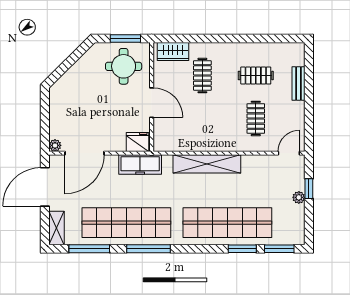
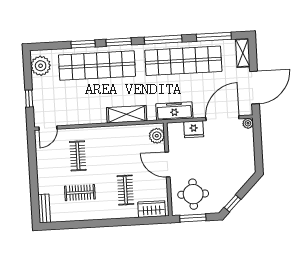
window: (78, 53) -> (232, 203), added
bench: (299, 83) -> (44, 208), moved
plant: (162, 137) -> (157, 136), added
fridge: (137, 142) -> (194, 129), moved
shelving: (207, 164) -> (127, 114), width x0.68
plant: (299, 197) -> (41, 66), moved, width x1.88, depth x1.88
window: (279, 249) -> (119, 42), moved

